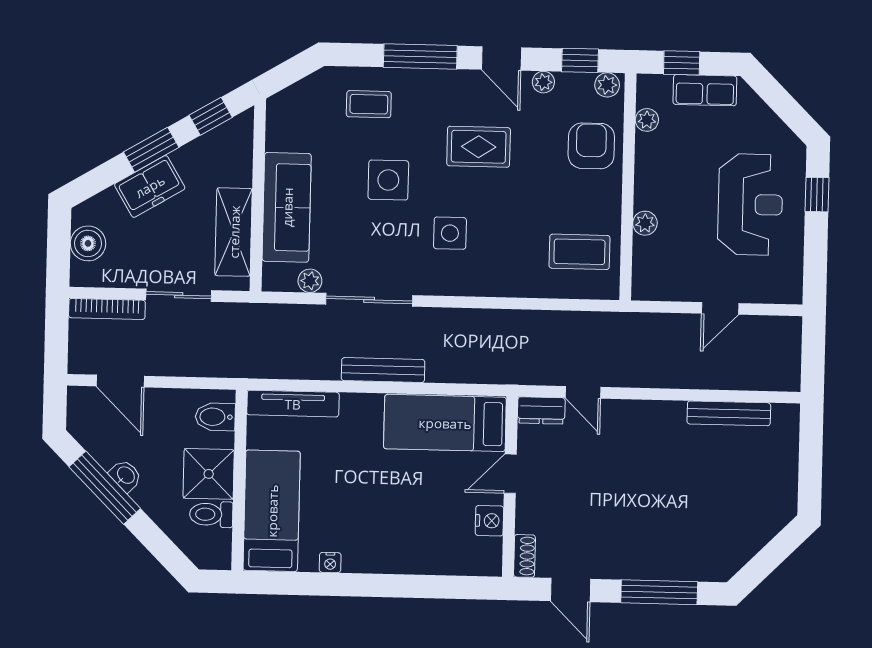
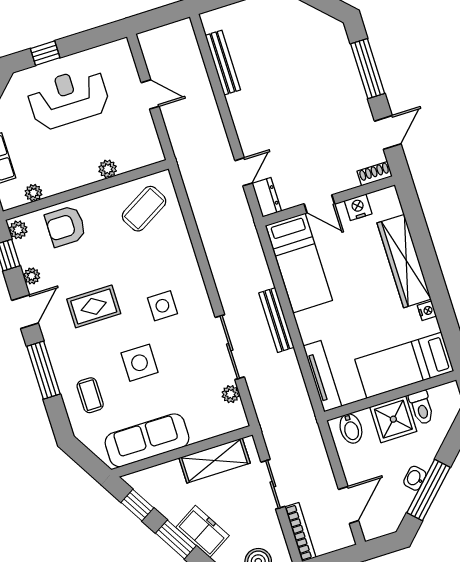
rug: (479, 147) -> (94, 306), turned 90
sofa: (287, 207) -> (147, 440), moved
coffee table: (579, 252) -> (144, 209), turned 60
wardrobe: (402, 555) -> (404, 261), added

